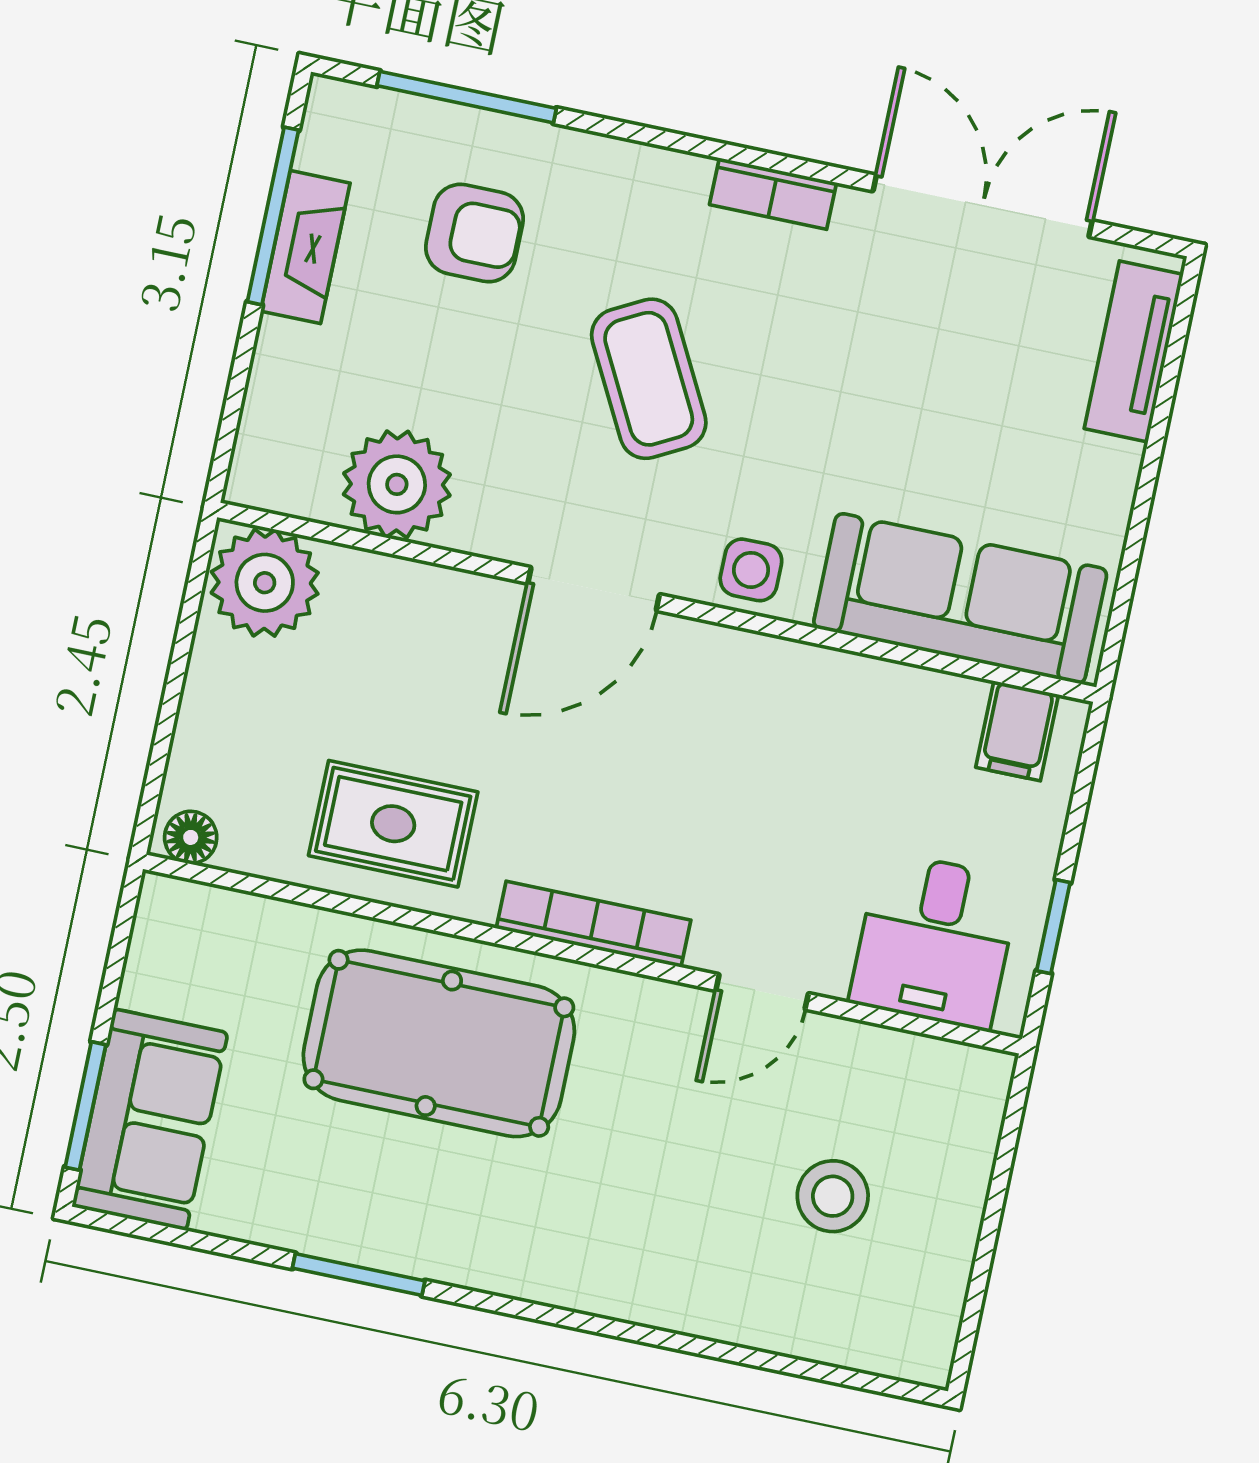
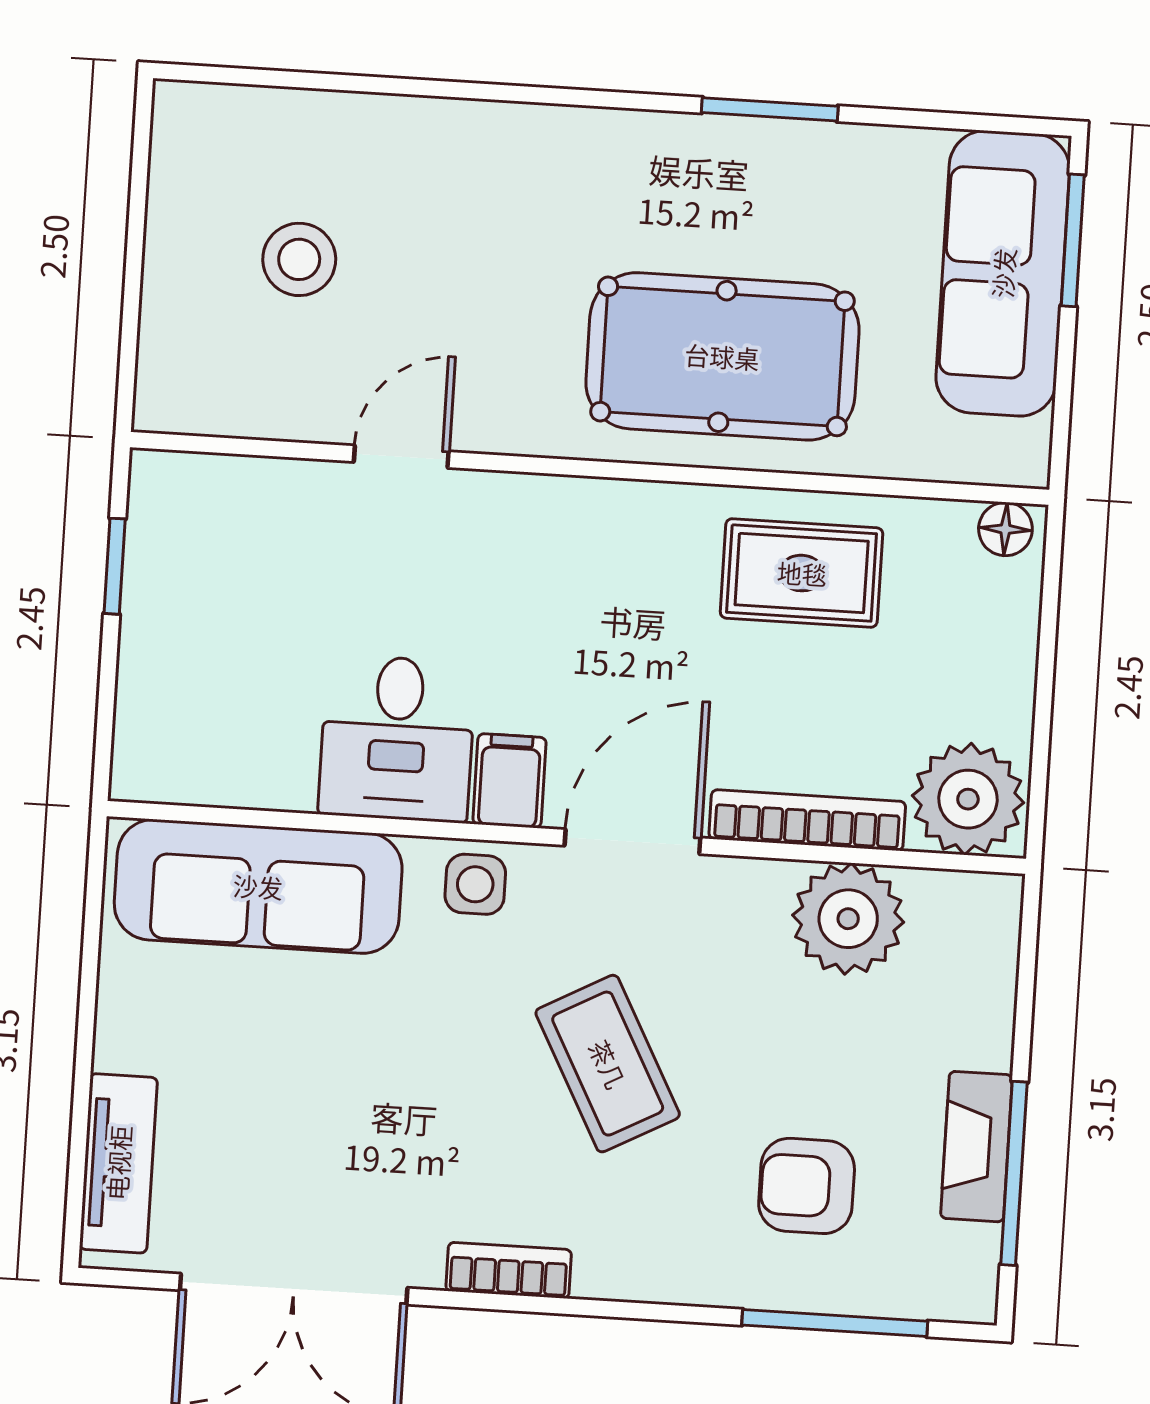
filing cabinet: (1017, 731) -> (509, 781), moved
bookcase: (594, 924) -> (807, 820), moved, turned 180
desk: (935, 941) -> (397, 739), moved, turned 180
sofa: (150, 1120) -> (1003, 273), width x1.36

